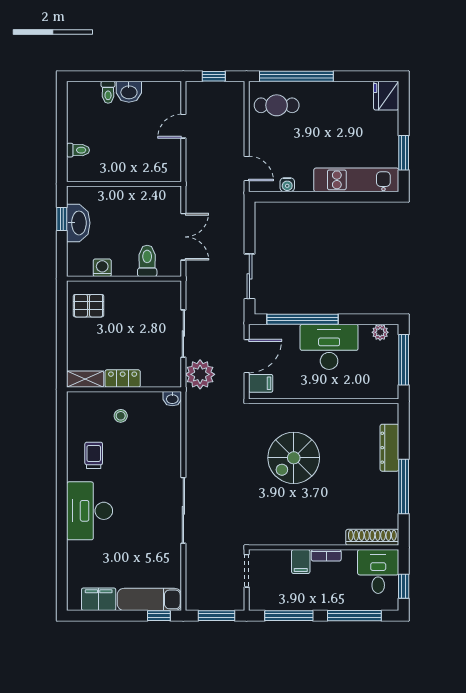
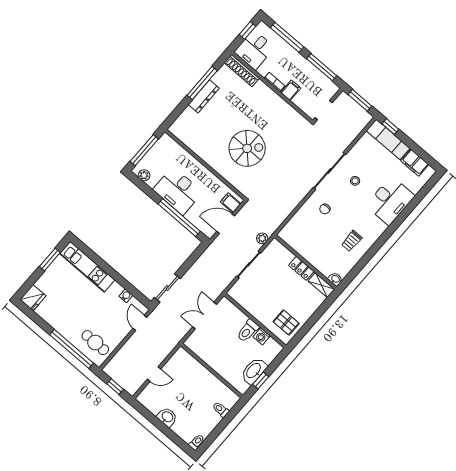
toilet: (108, 92) -> (197, 442), moved
toilet: (147, 261) -> (248, 331), moved
sliding door: (249, 276) -> (167, 288), moved
plant: (200, 374) -> (262, 238), width x0.53, depth x0.53
washbasin: (172, 399) -> (335, 279), moved
stool: (121, 416) -> (355, 181), moved
dresser: (389, 448) -> (204, 96), moved
chair: (153, 465) -> (325, 209), added
desk: (90, 511) -> (390, 201), moved

